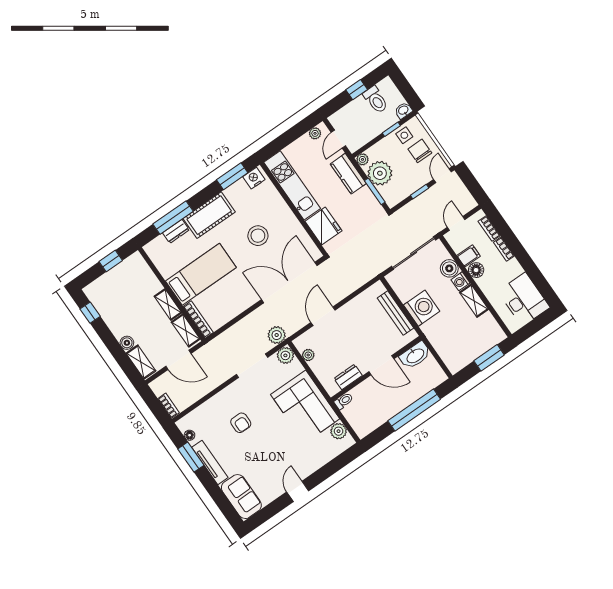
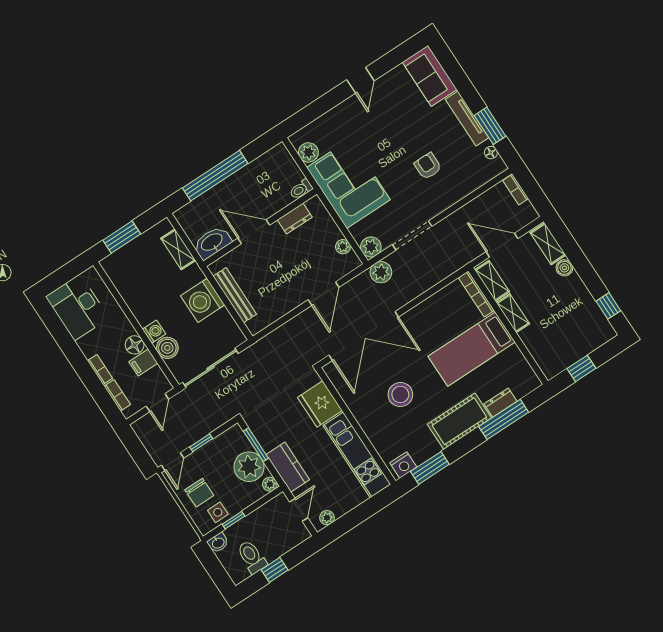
shelving: (474, 301) -> (178, 249), moved

